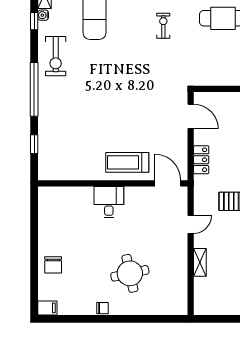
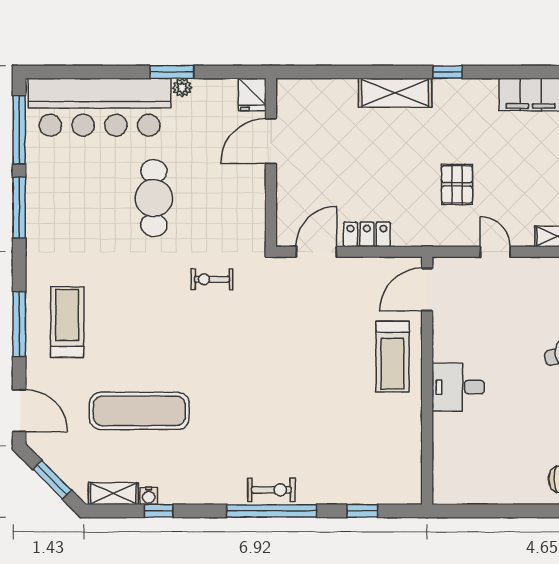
exercise bike: (163, 26) -> (212, 279), moved
exercise bike: (56, 56) -> (271, 490), moved, width x0.73, depth x0.72
locker: (201, 160) -> (367, 234), moved

